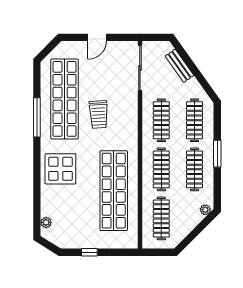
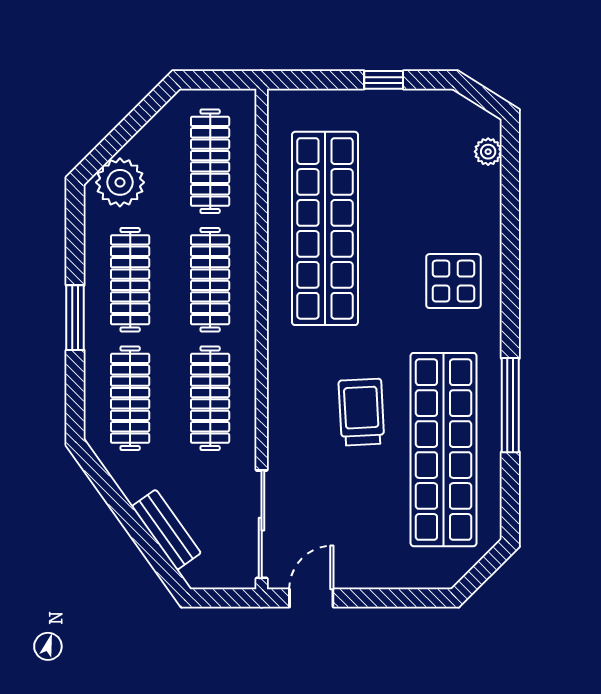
door: (97, 37) -> (311, 598), moved
display table: (60, 169) -> (453, 281), width x0.73, depth x0.73
plant: (205, 210) -> (120, 182), width x1.87, depth x1.87

